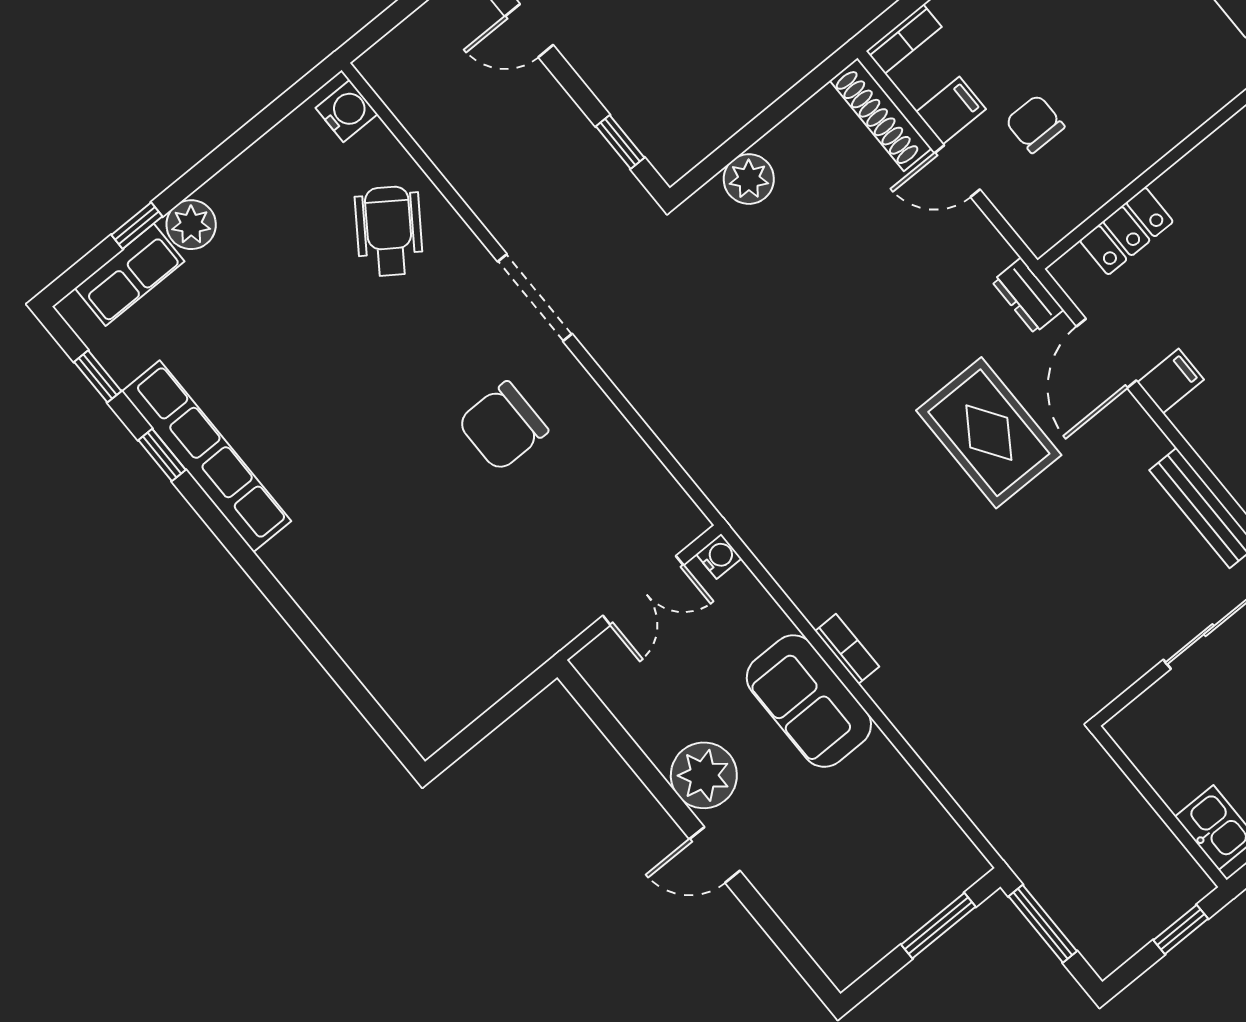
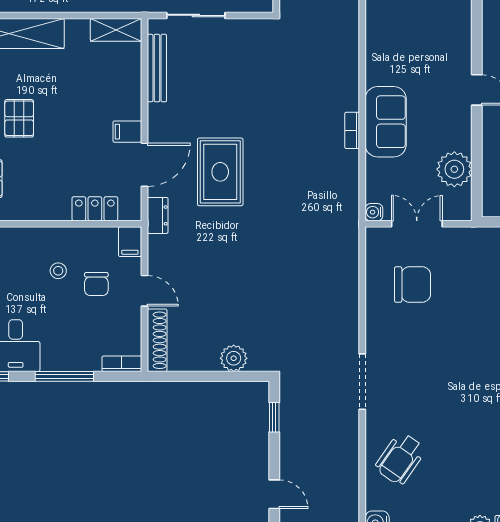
stool: (1106, 98) -> (58, 271), added
filing cabinet: (951, 111) -> (130, 242), moved, turned -90
chair: (503, 426) -> (413, 285), moved
plant: (704, 775) -> (454, 169), moved

